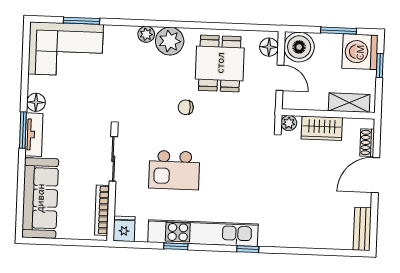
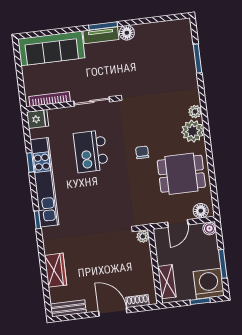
boiler: (299, 47) -> (209, 228), width x0.54, depth x0.54
corner sofa: (66, 49) -> (173, 49), removed
wardrobe: (322, 128) -> (55, 270), moved, turned 180

